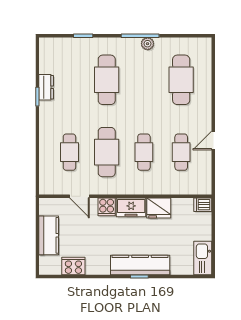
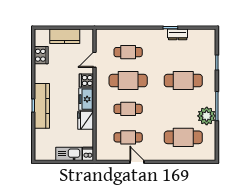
plant: (148, 44) -> (207, 116), width x1.87, depth x1.87
kitchen sink: (203, 258) -> (69, 154), moved

